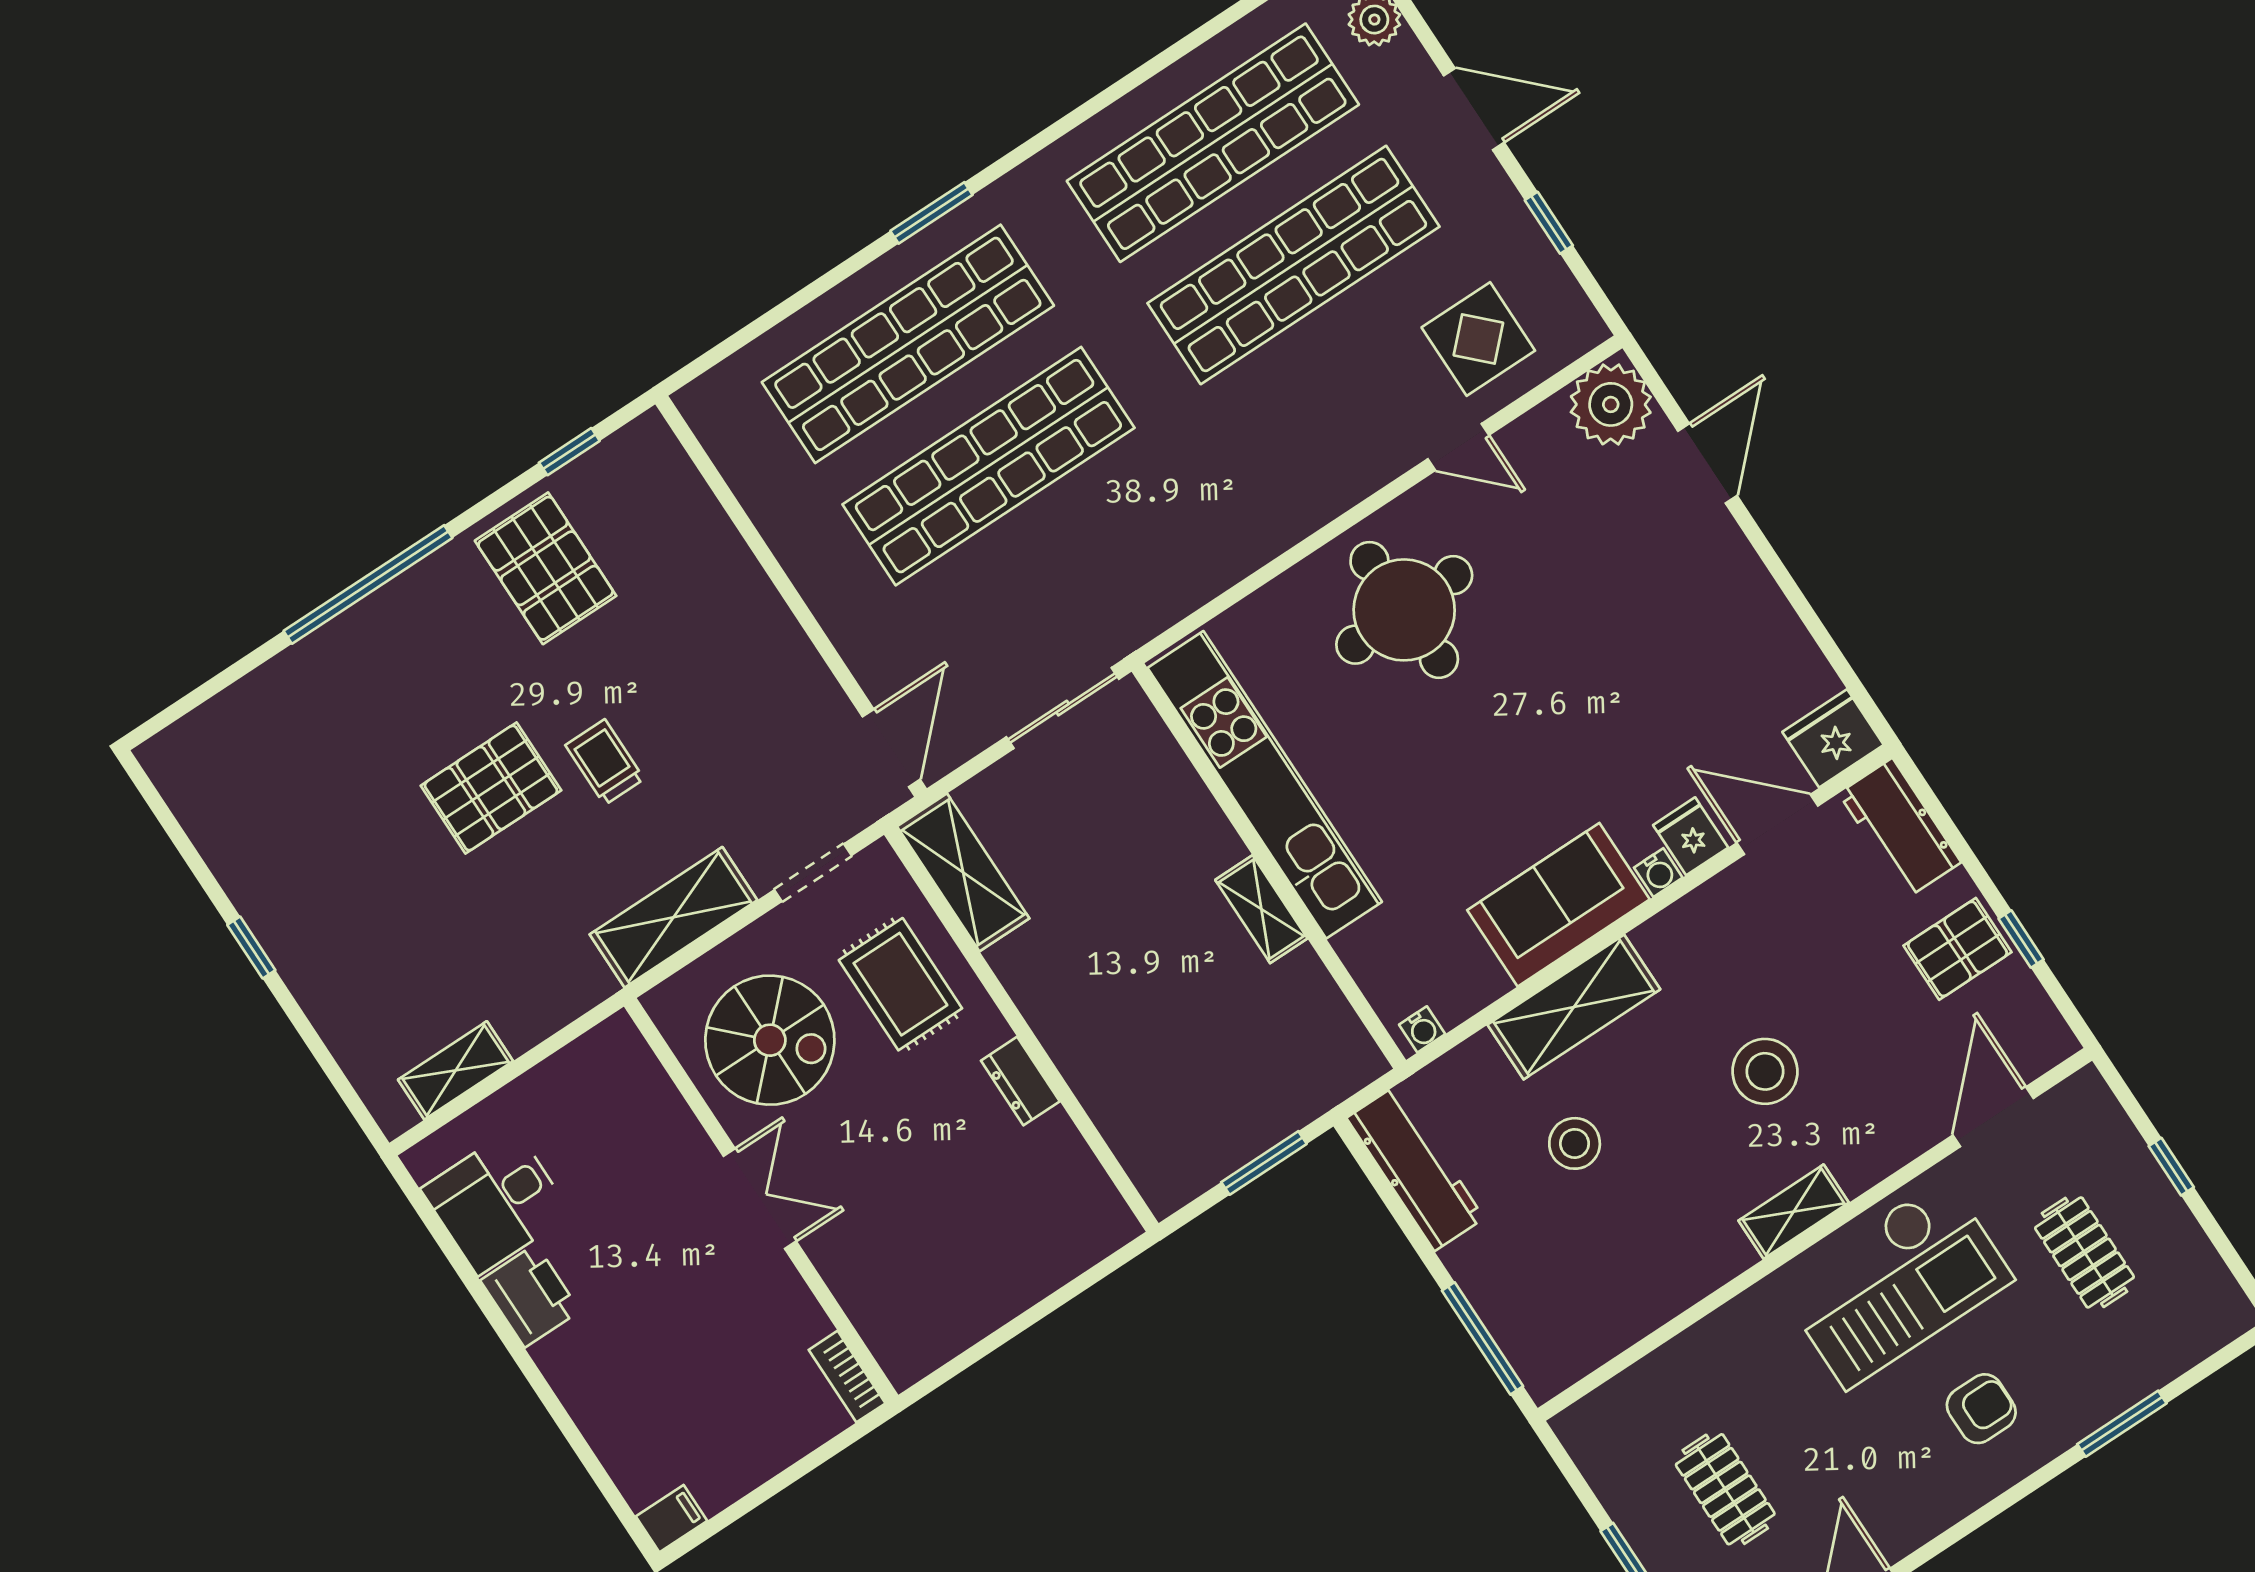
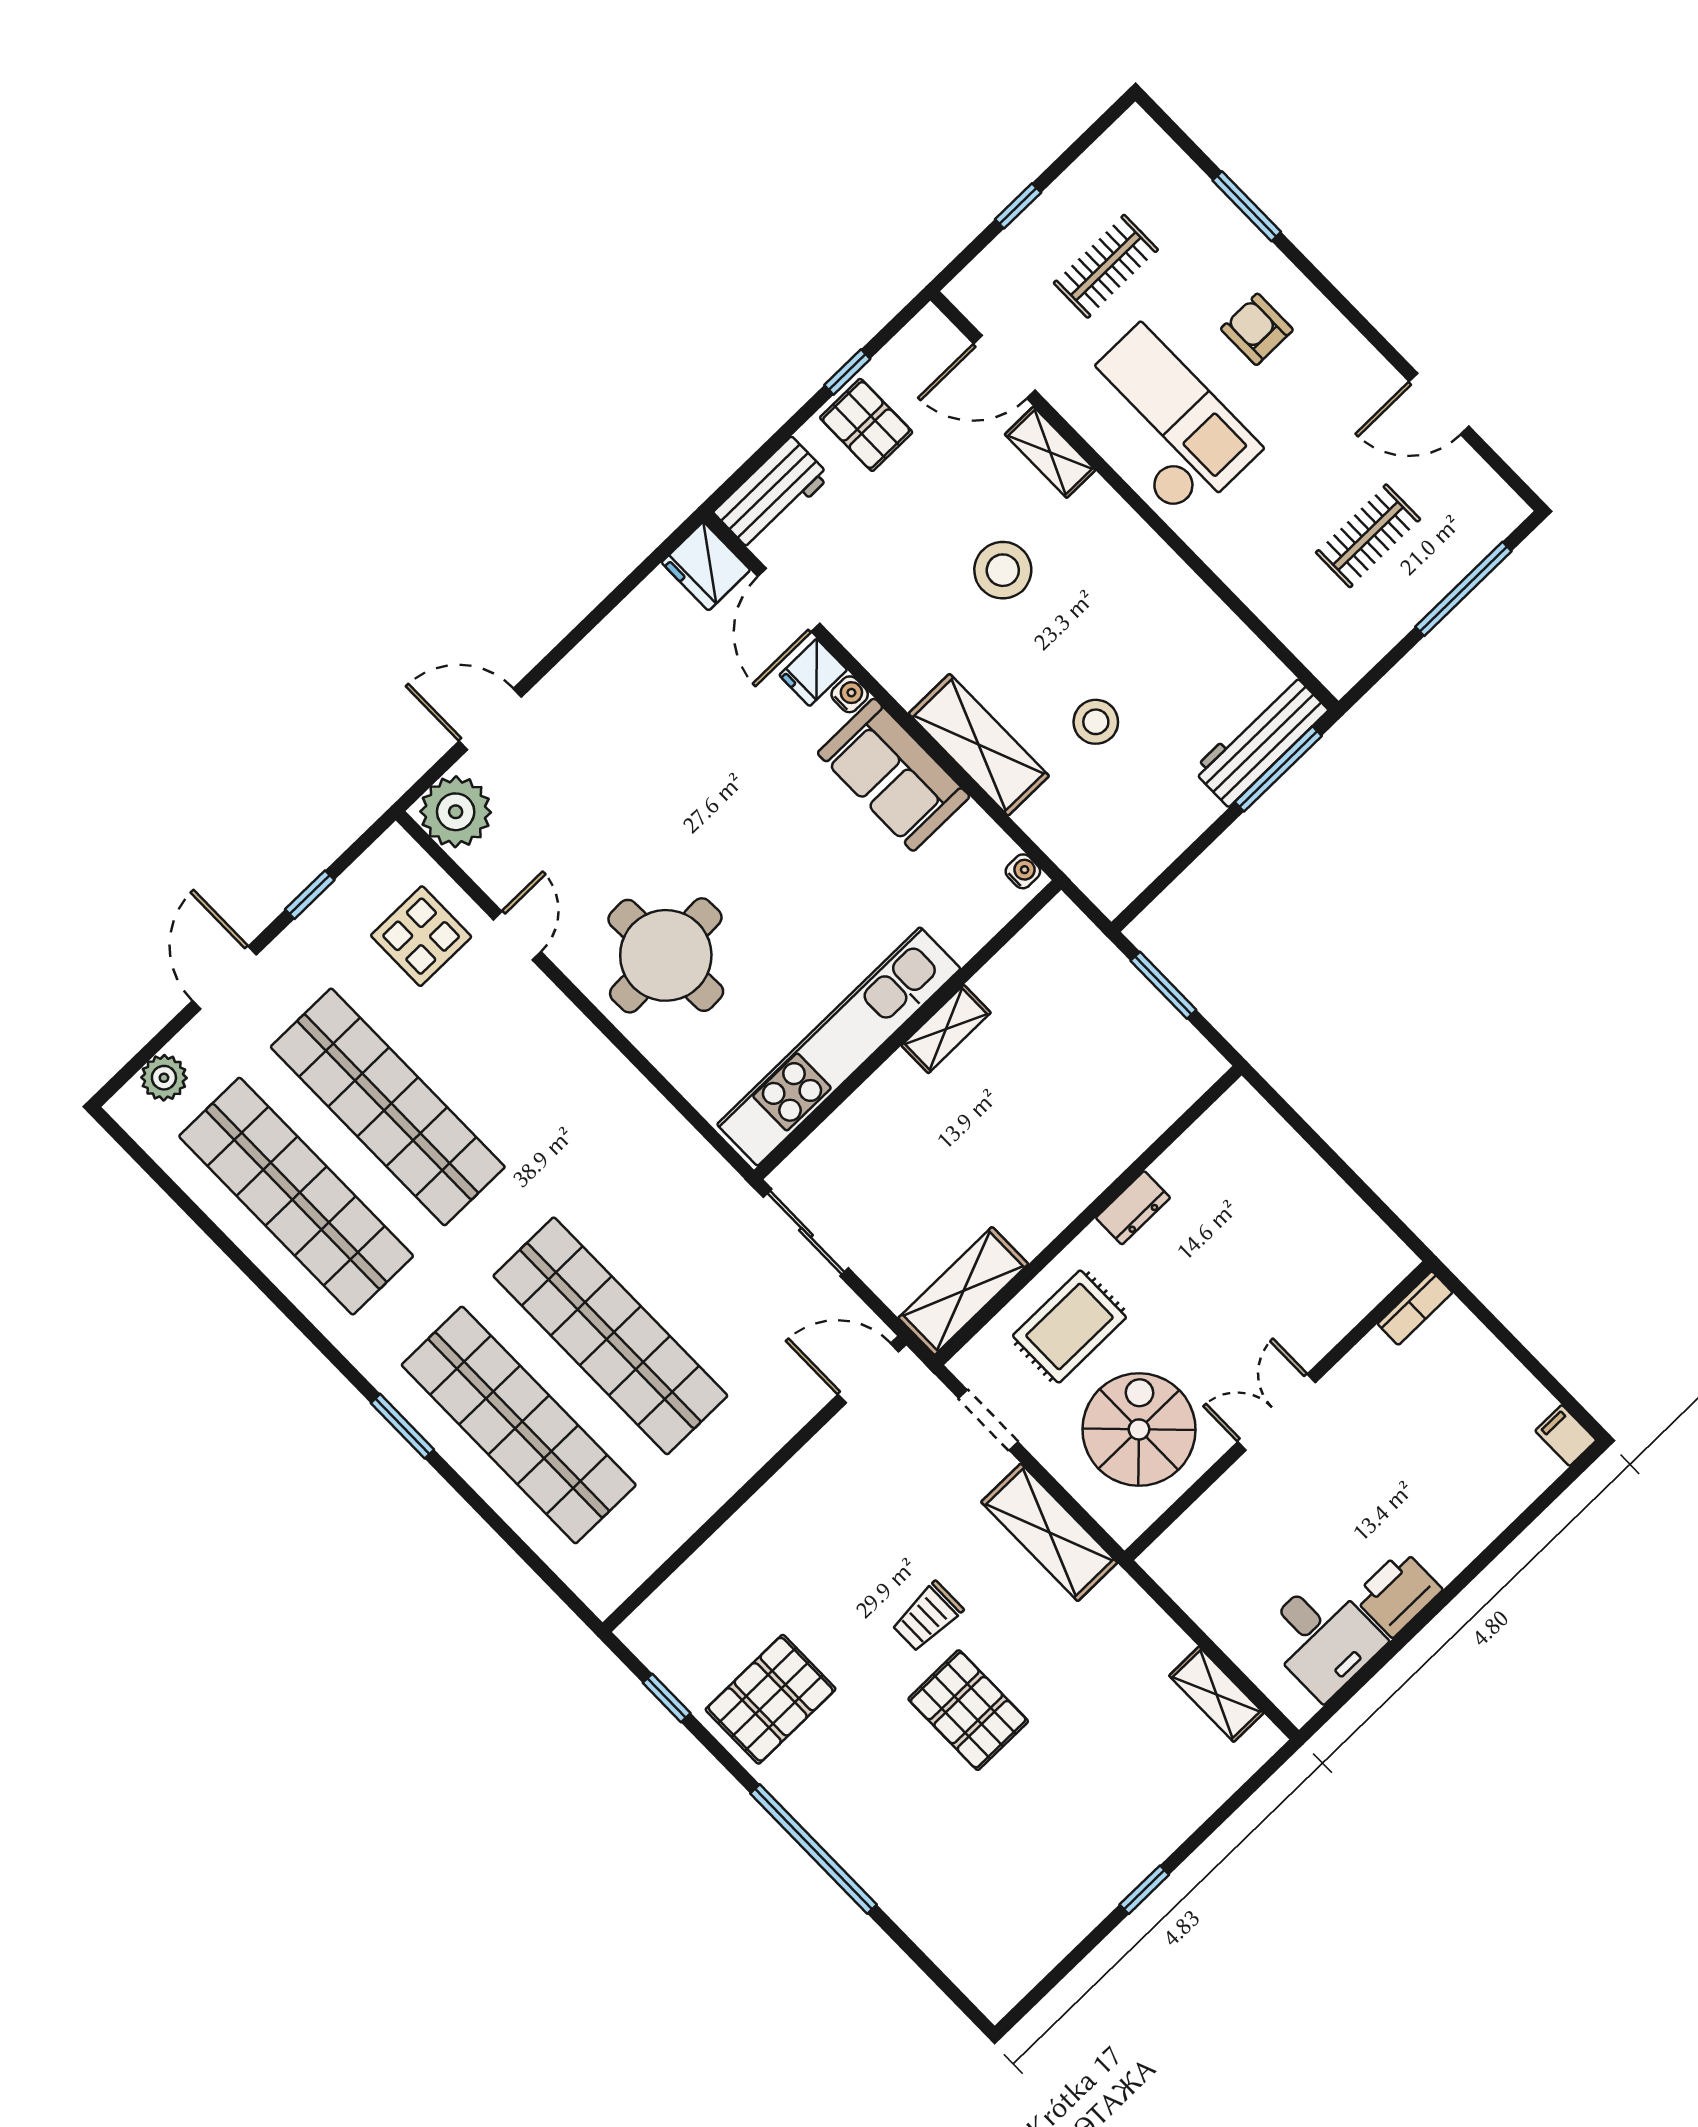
workbench: (1415, 1168) -> (1261, 740), moved
shelving: (1794, 1212) -> (1050, 452), moved

